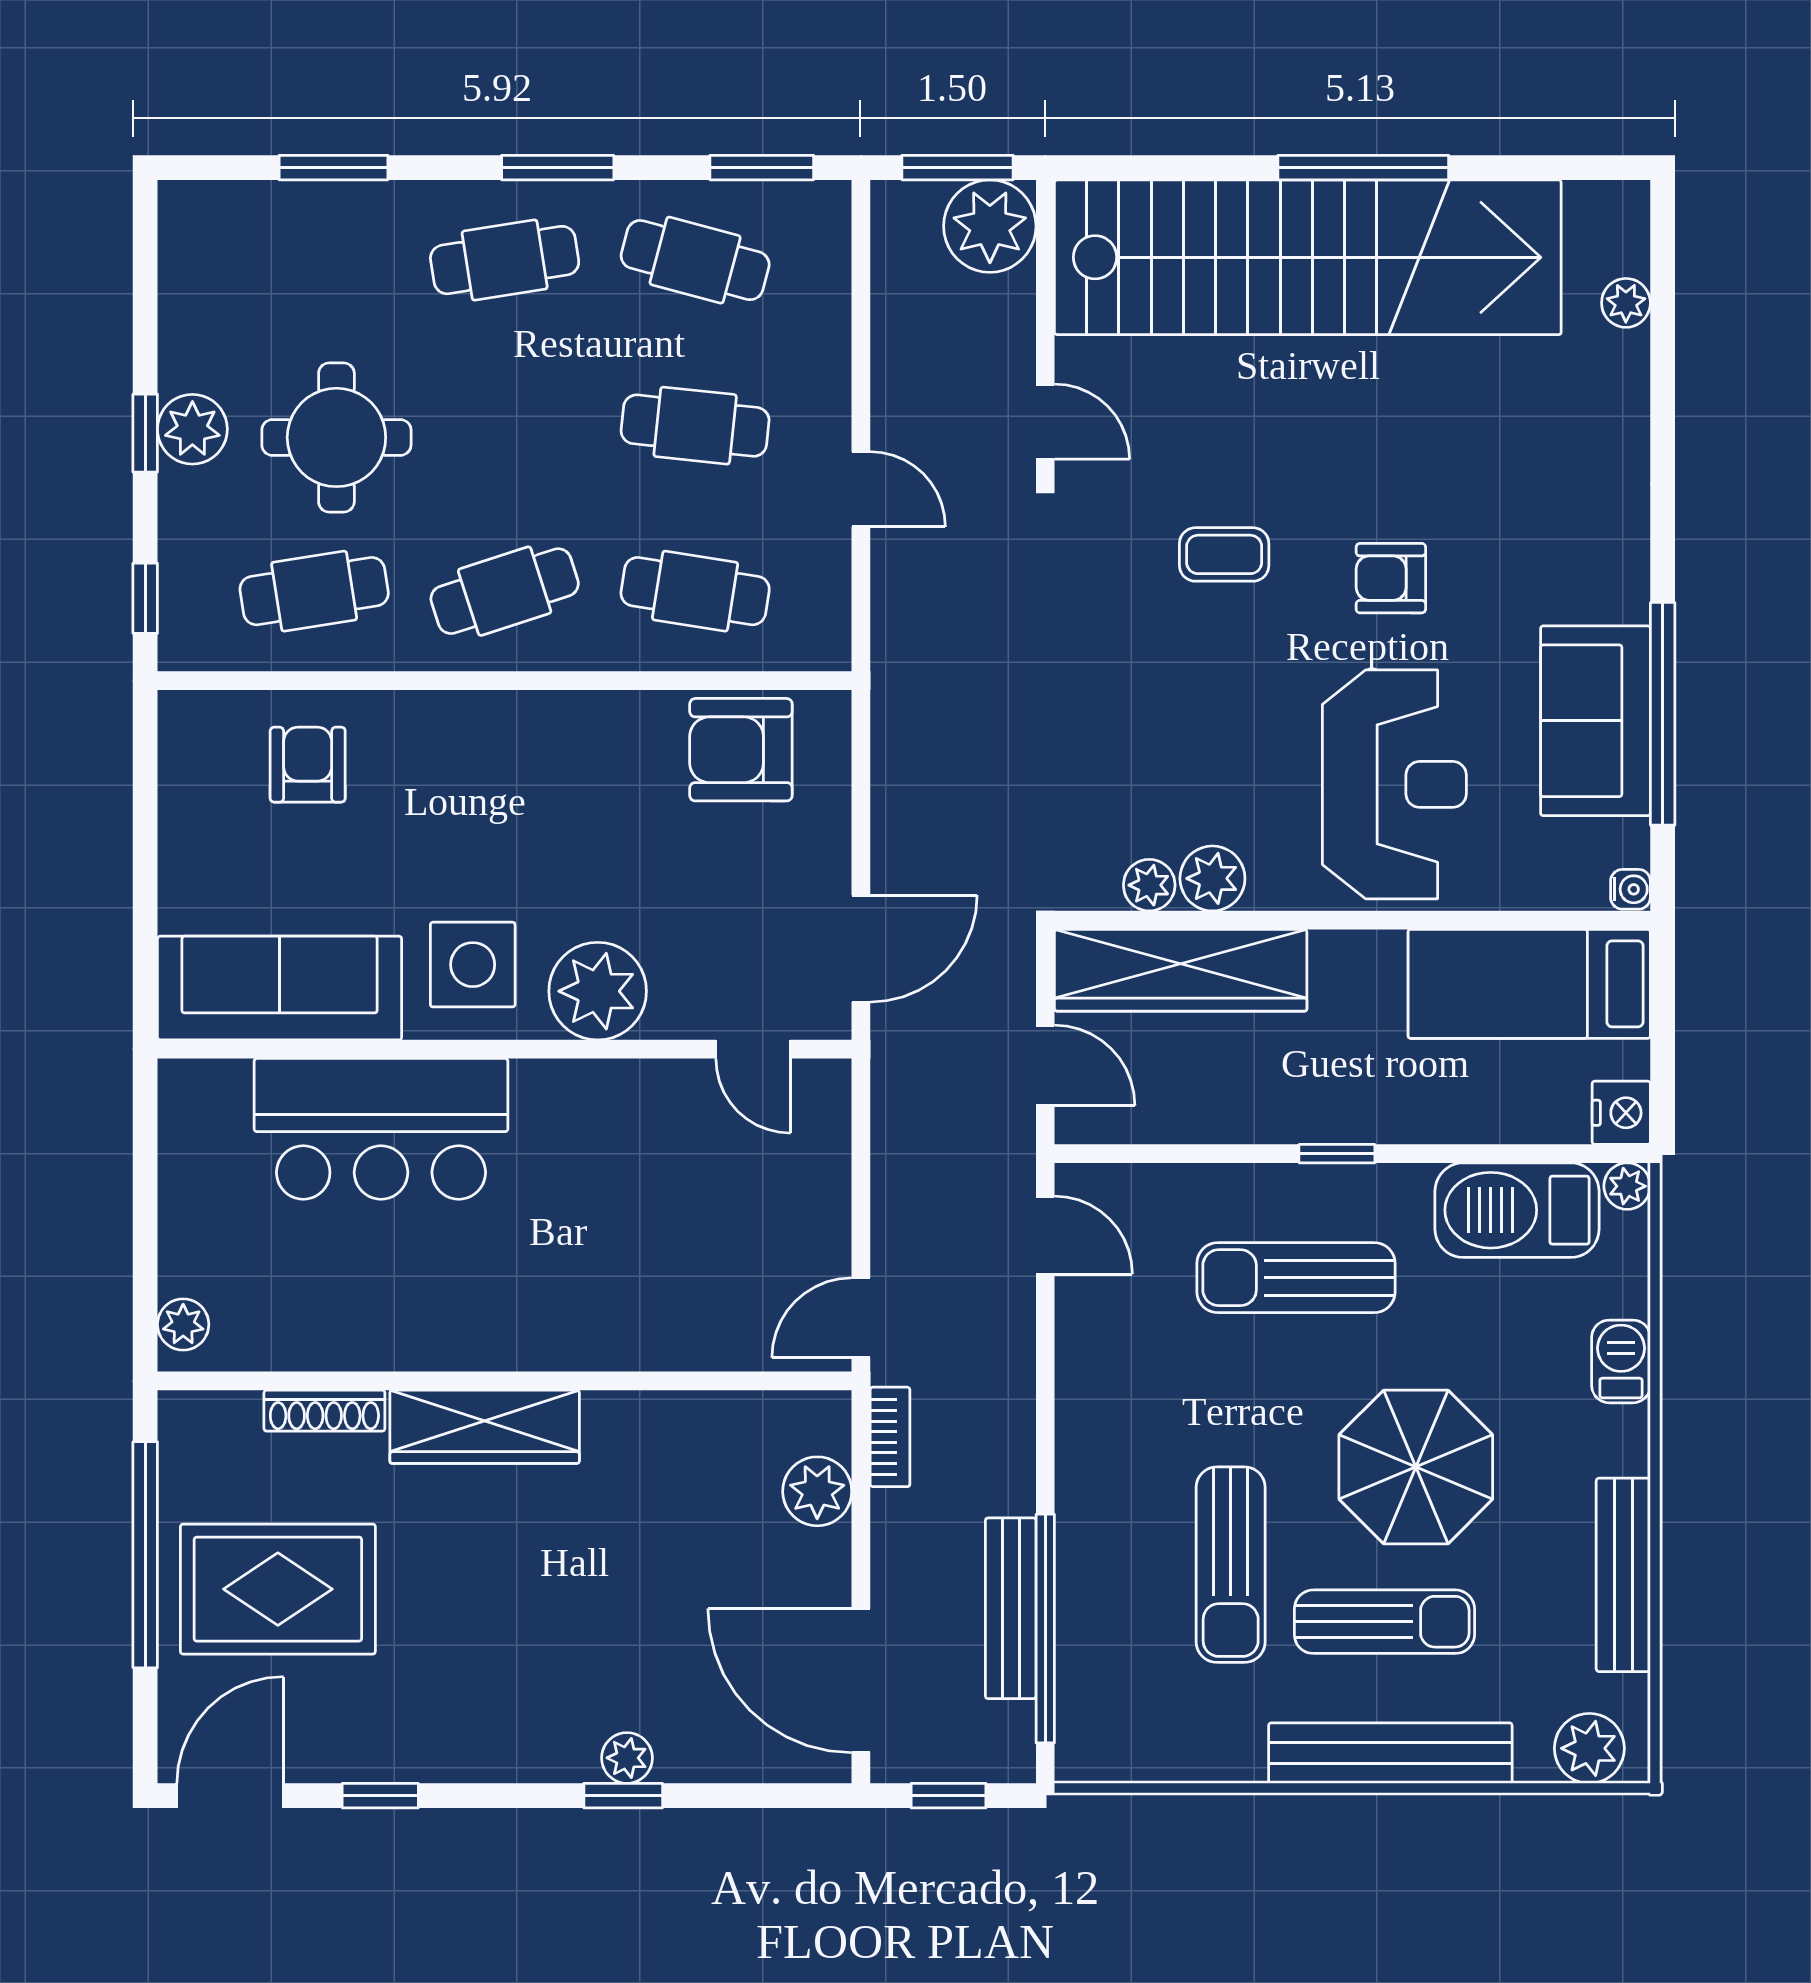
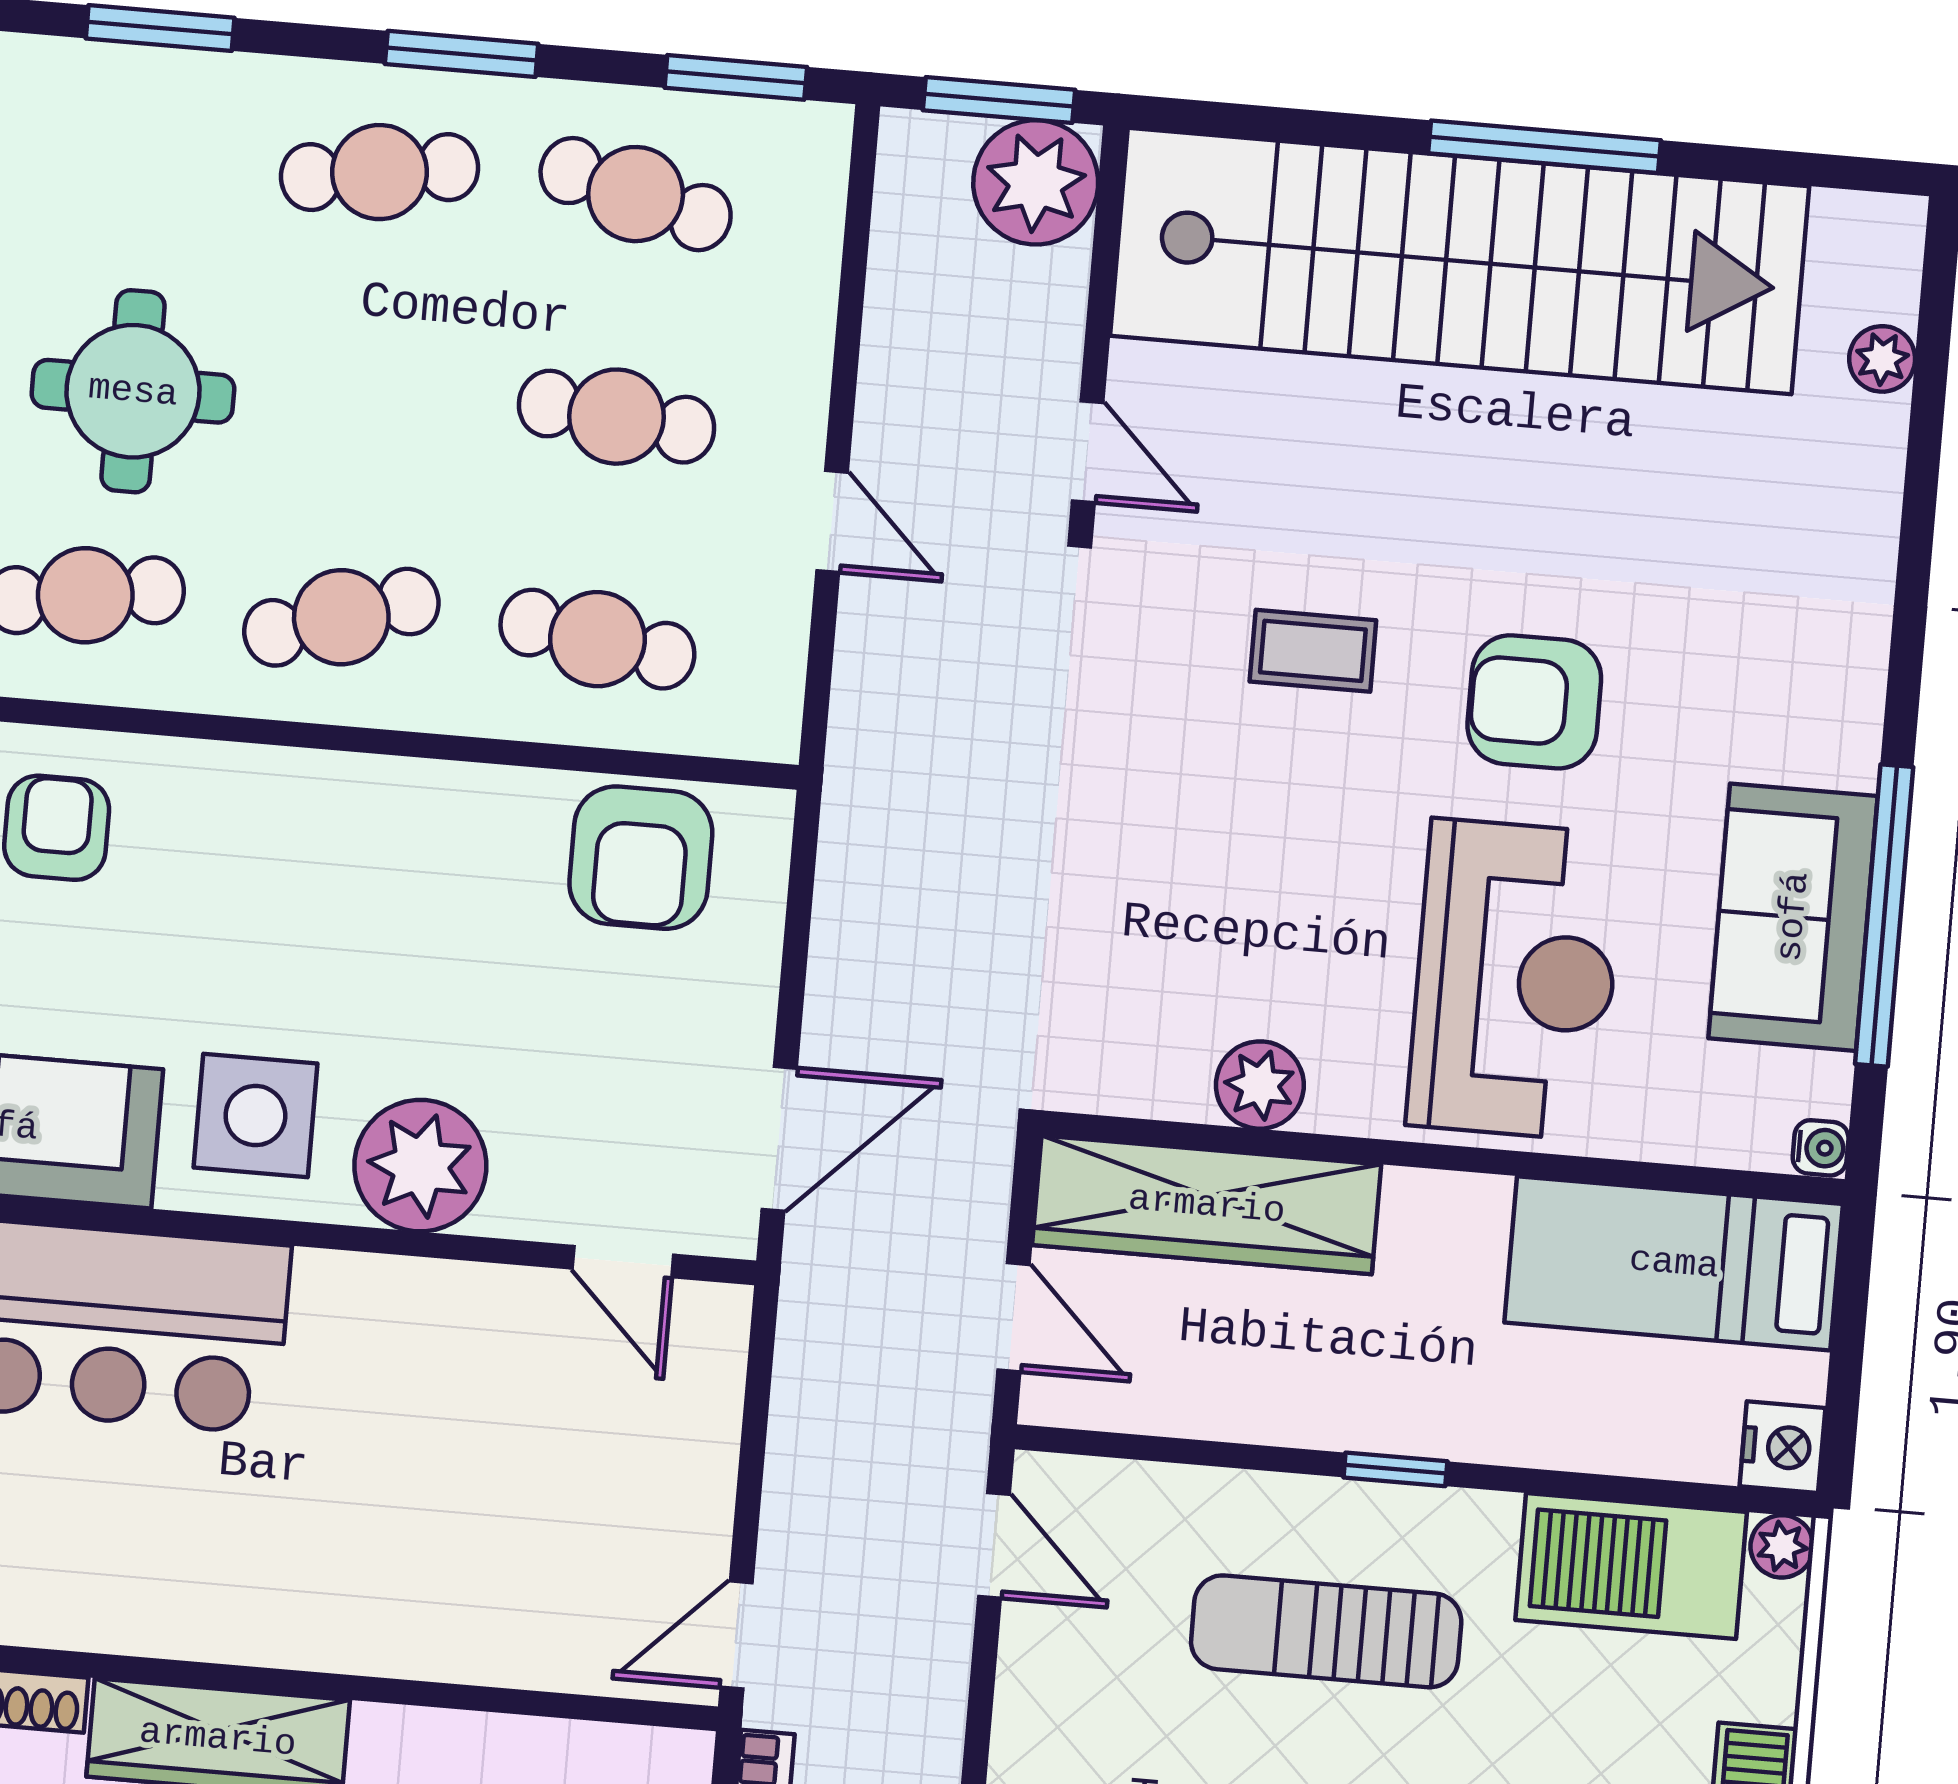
armchair: (1391, 578) -> (1534, 702), width x1.38, depth x1.38
armchair: (741, 750) -> (641, 858), turned -90
plant: (1149, 885) -> (1174, 1087), removed

